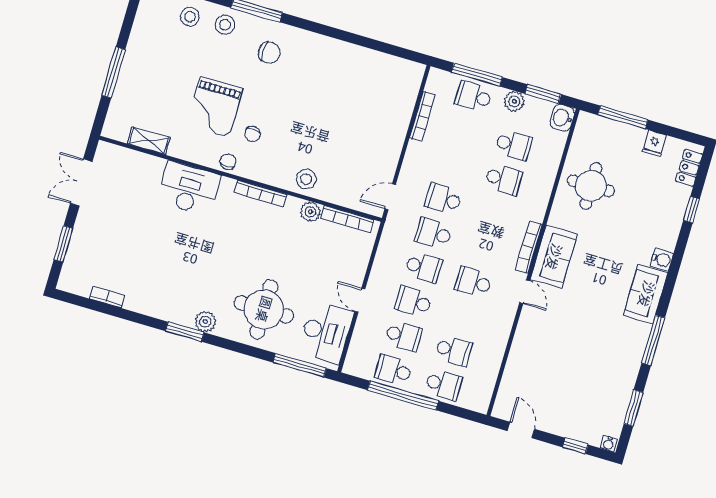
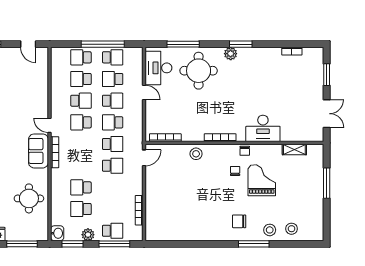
plant: (310, 212) -> (188, 136), removed
school desk: (473, 282) -> (81, 122), turned 180
school desk: (463, 316) -> (81, 101), added
window: (300, 365) -> (183, 44), moved

